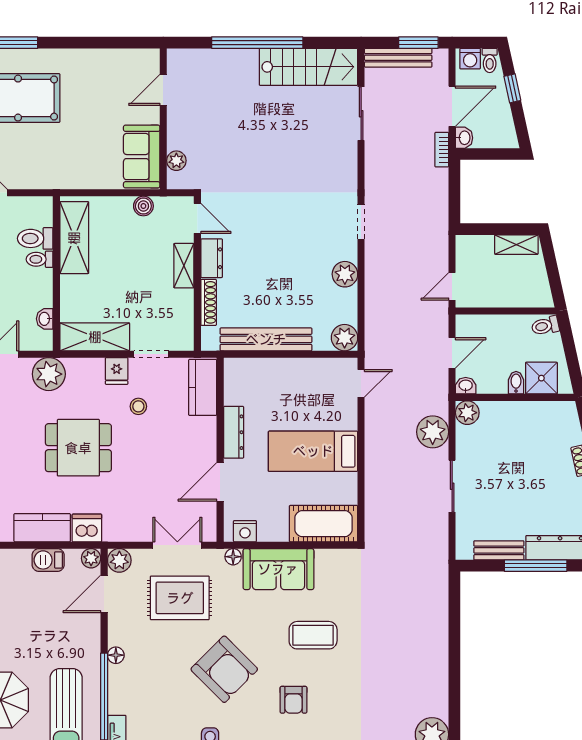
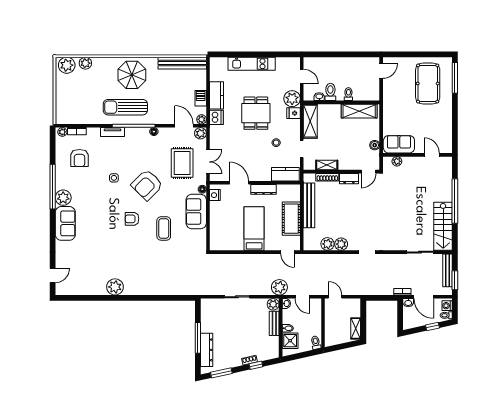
toilet: (35, 238) -> (330, 92), moved
shelving: (184, 266) -> (327, 165), moved
plant: (345, 338) -> (327, 244), moved
fridge: (117, 371) -> (294, 113), moved
plant: (433, 432) -> (279, 287), moved
cot: (324, 524) -> (291, 219), moved
bench: (499, 550) -> (274, 323), moved

